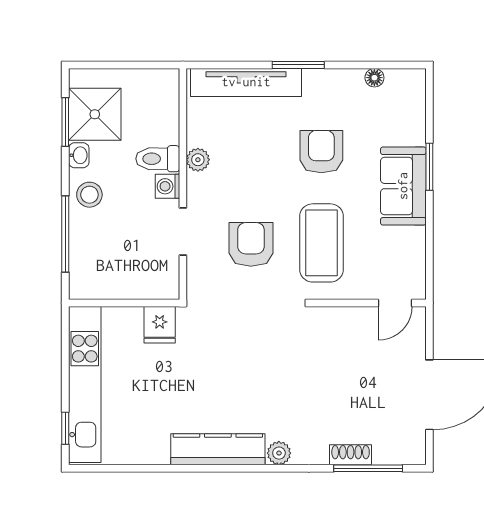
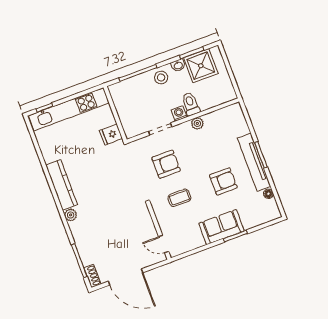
tv unit: (246, 82) -> (254, 162), moved
coffee table: (322, 243) -> (179, 198), width x0.54, depth x0.58
shoe rack: (351, 455) -> (92, 276), moved

